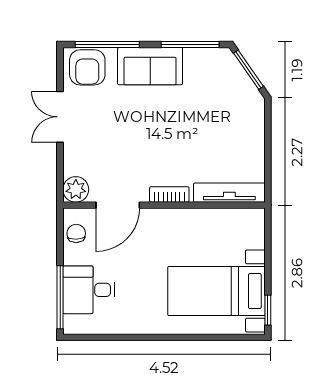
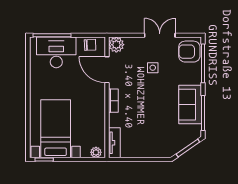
sofa: (150, 66) -> (190, 105), moved
side table: (114, 129) -> (153, 68), added
tv unit: (229, 193) -> (114, 143), width x0.71
plant: (256, 224) -> (96, 152), added
desk: (89, 290) -> (56, 52), width x1.37

